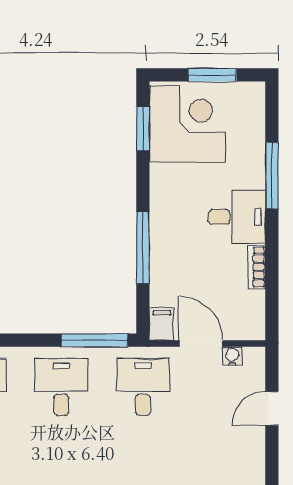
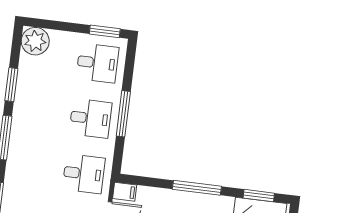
window: (143, 248) -> (197, 188), moved
window: (94, 340) -> (123, 114), moved

